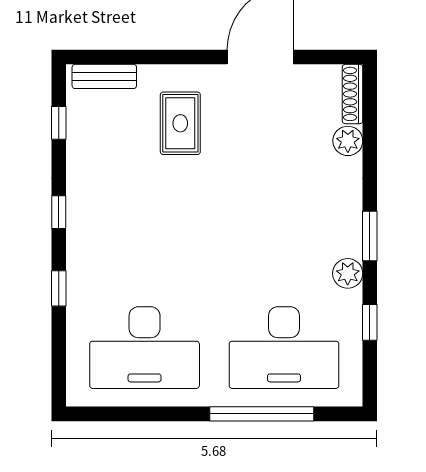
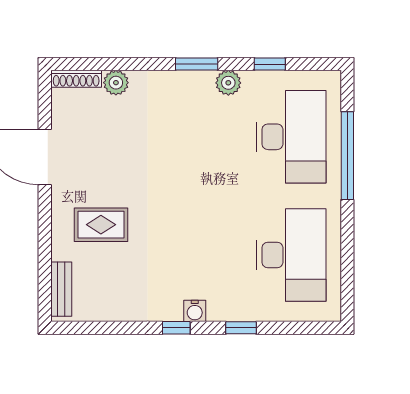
window: (59, 123) -> (101, 328), removed
water cooler: (79, 234) -> (195, 311), added

